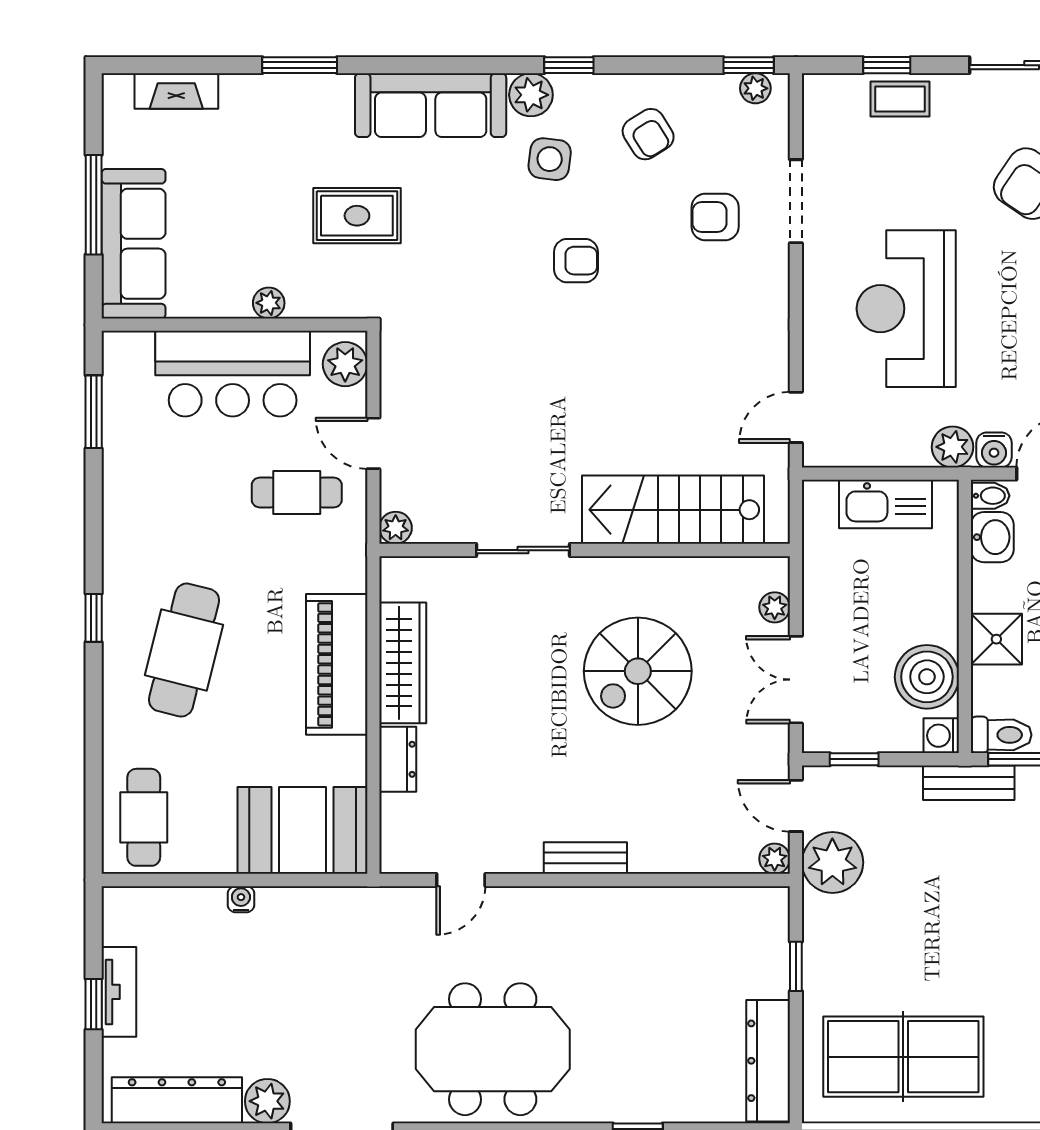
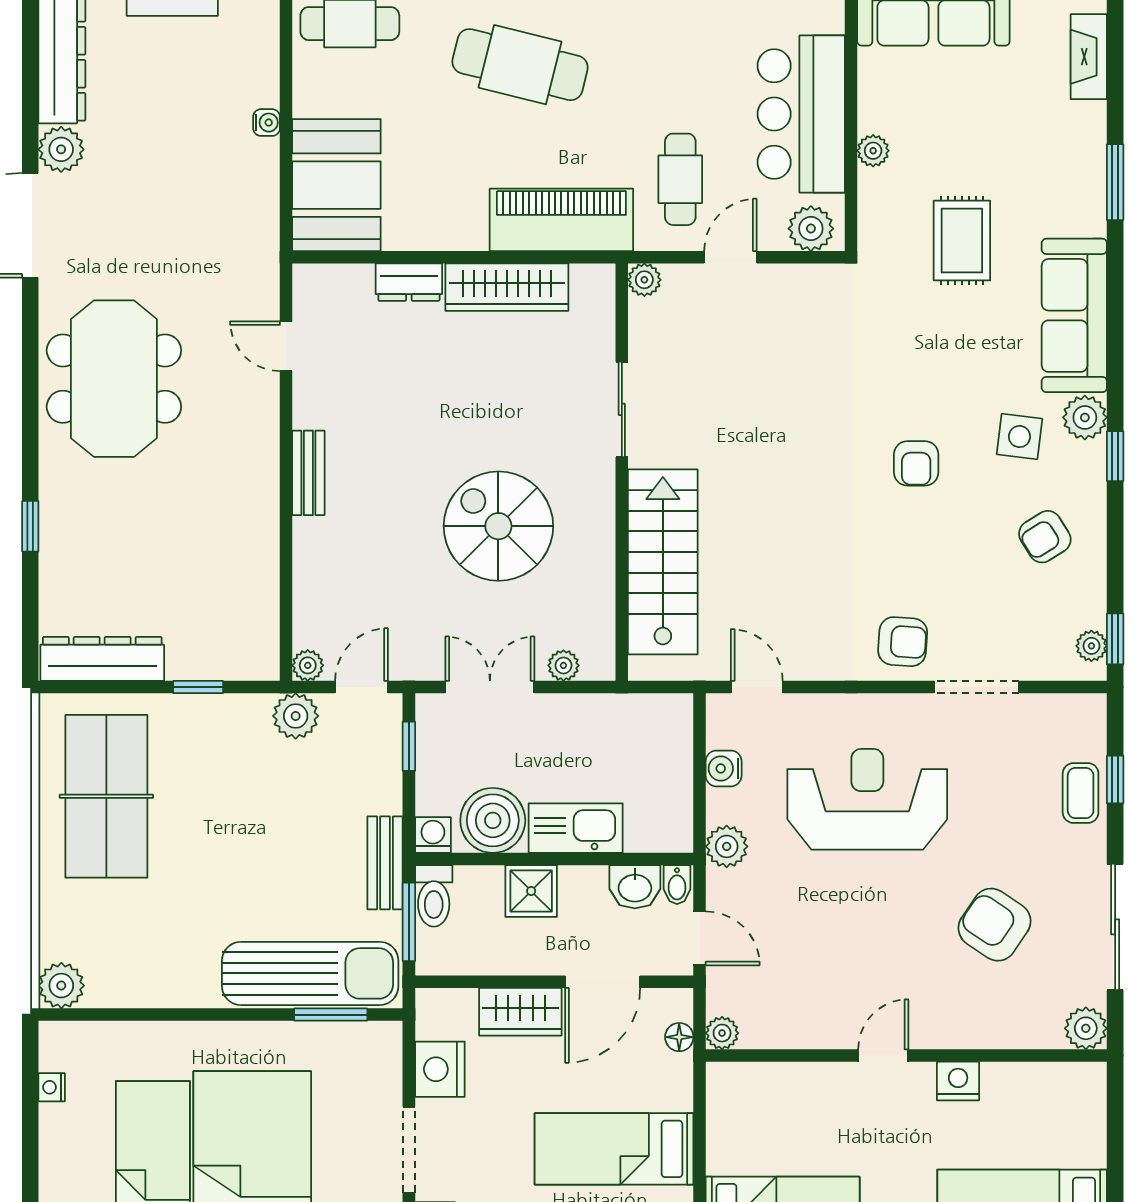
armchair: (715, 217) -> (903, 642), moved, turned 94
water cooler: (994, 450) -> (724, 768), moved
kitchen sink: (885, 504) -> (576, 828), moved, turned 90
piano: (337, 664) -> (561, 220), moved
plant: (832, 862) -> (296, 716), width x0.73, depth x0.73

